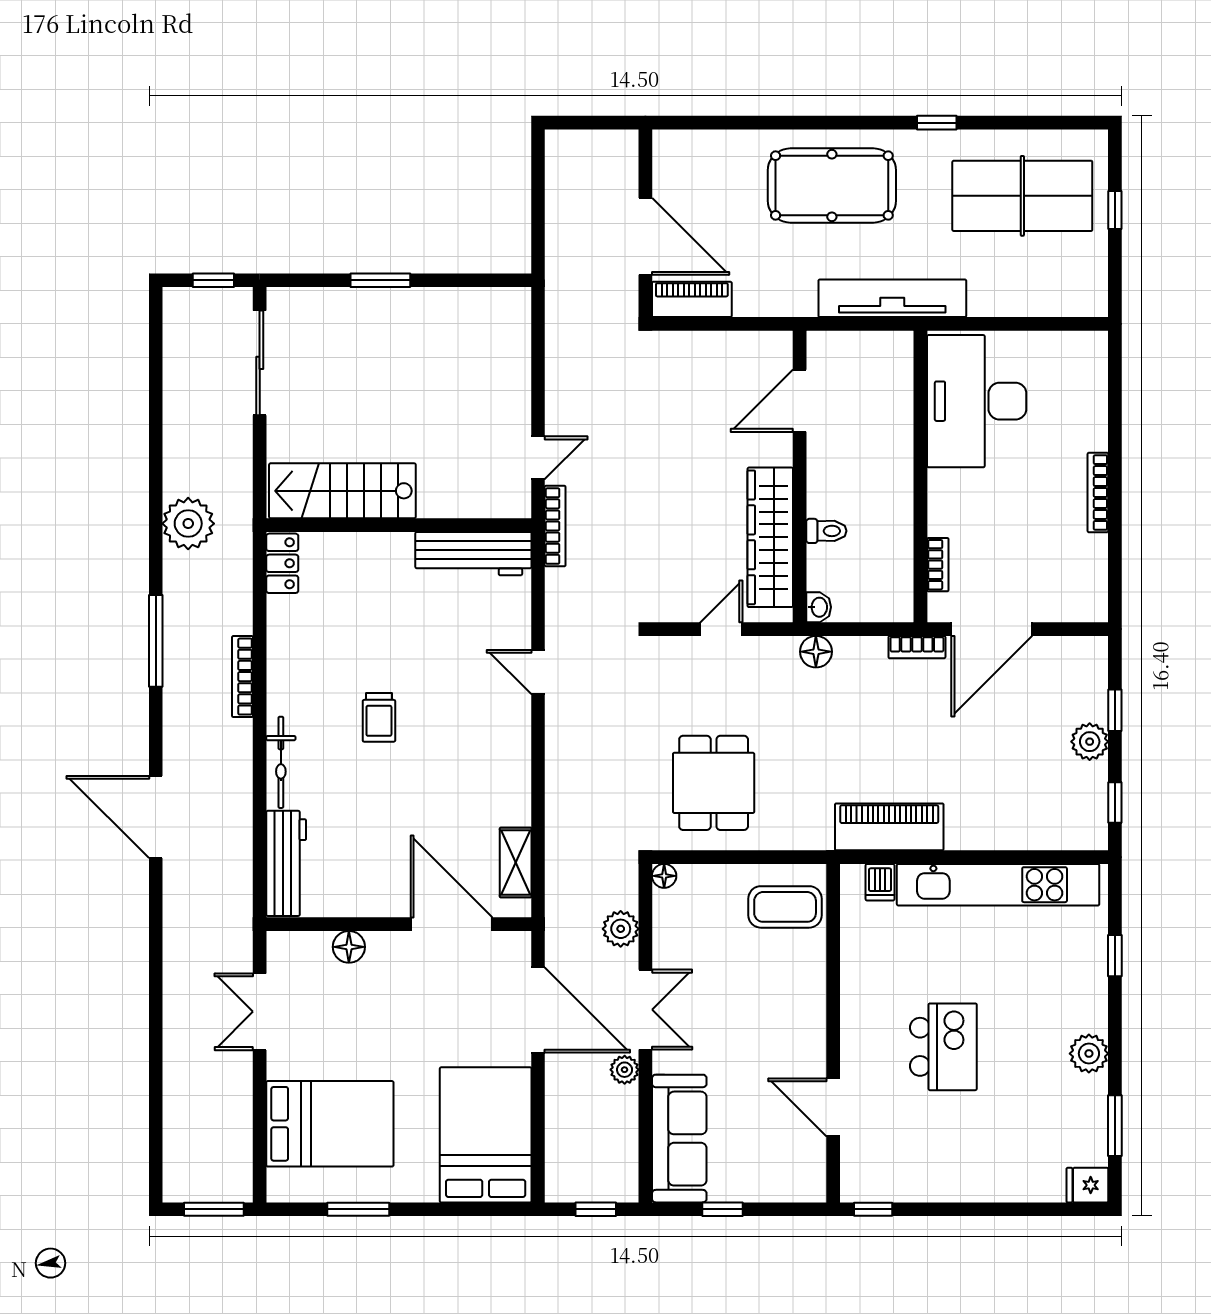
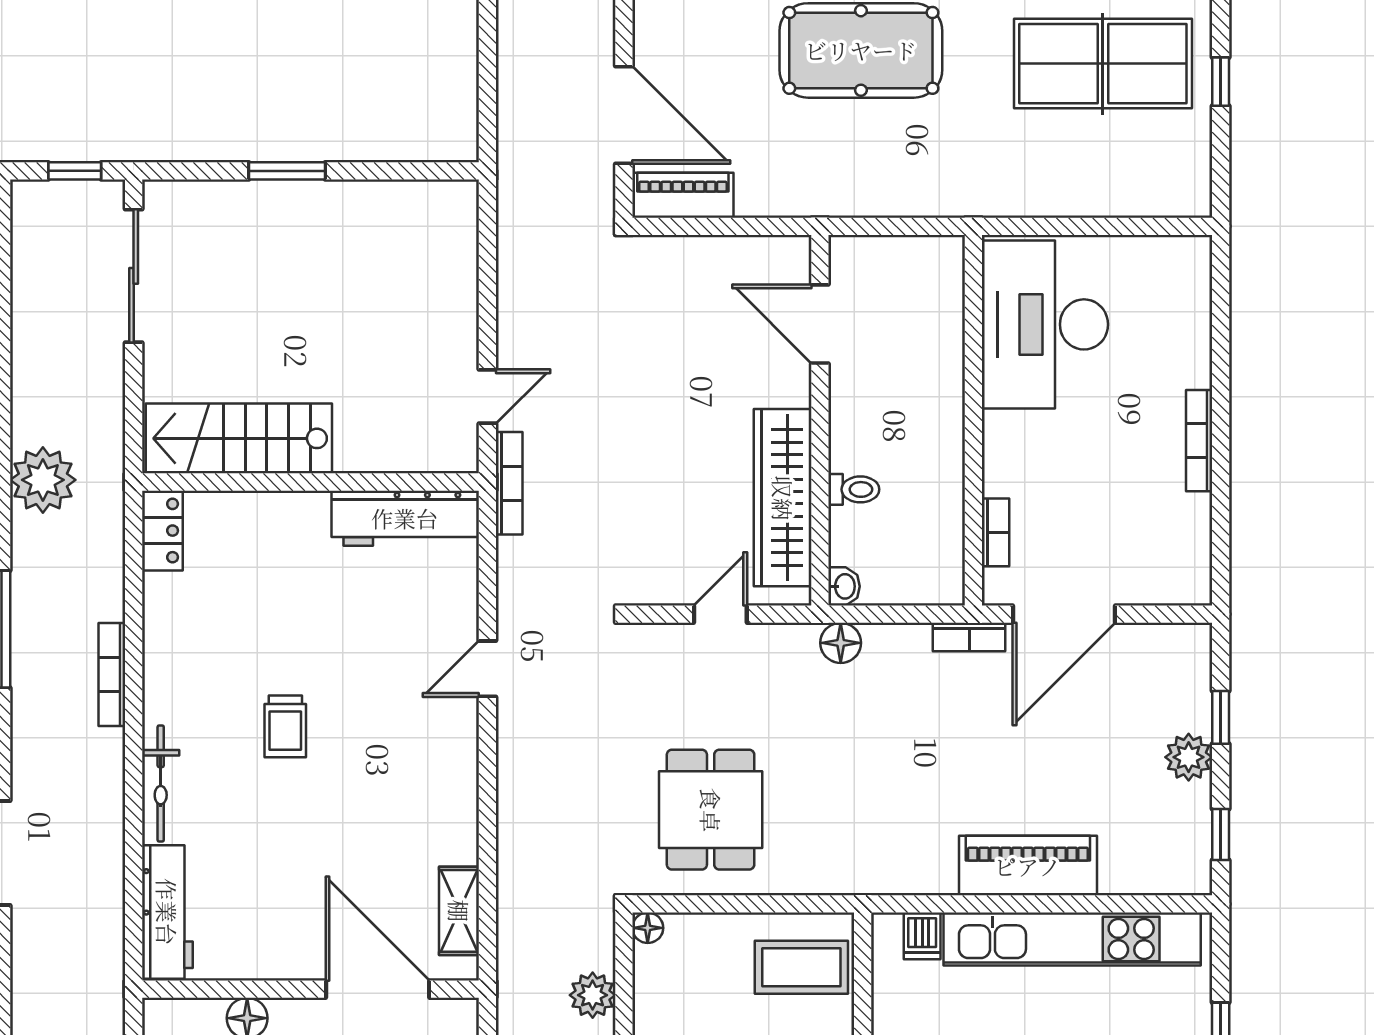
tv unit: (892, 298) -> (938, 194), removed
door: (800, 401) -> (820, 324), hinge flipped
door: (538, 672) -> (487, 669), hinge flipped
piano: (889, 827) -> (1028, 866), moved

